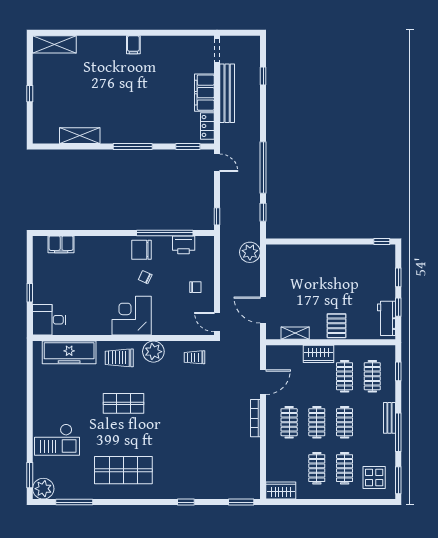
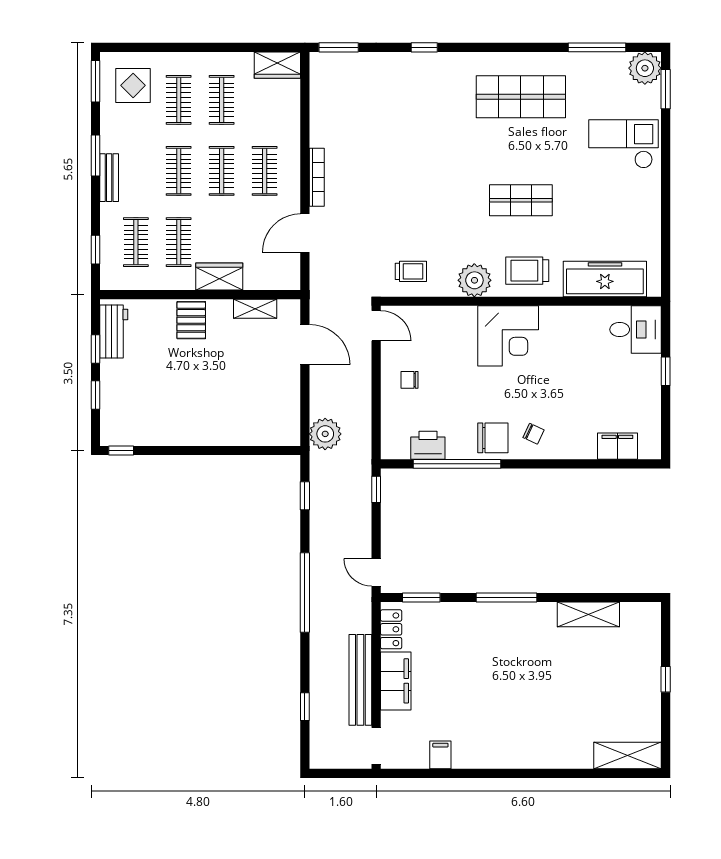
filing cabinet: (133, 45) -> (440, 755), moved
window: (263, 167) -> (305, 593), moved
chair: (145, 277) -> (534, 434), moved
trolley: (119, 358) -> (527, 271), turned 180
window: (398, 432) -> (96, 155), width x0.69

